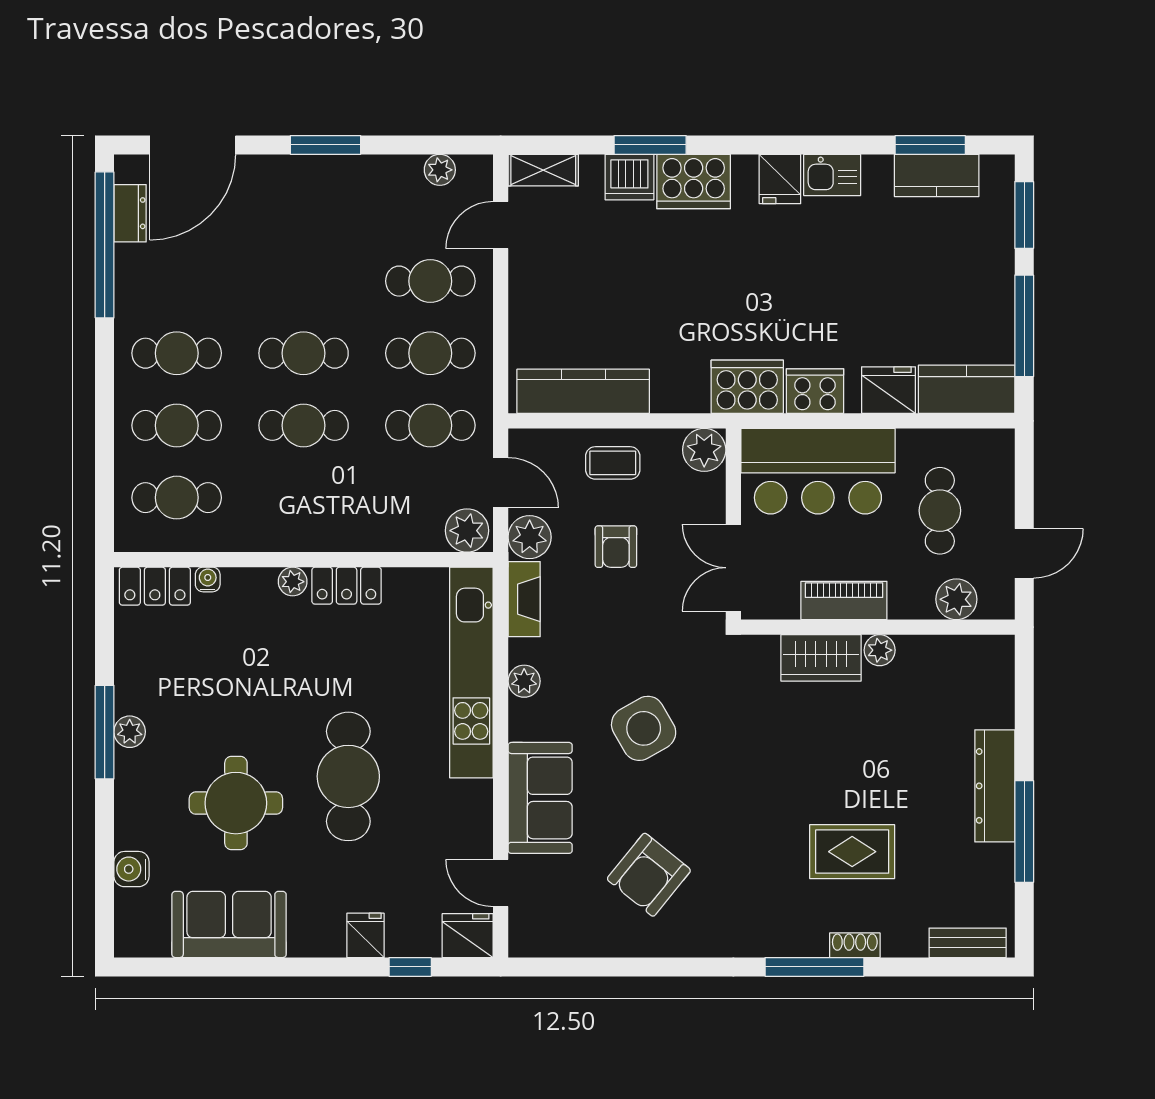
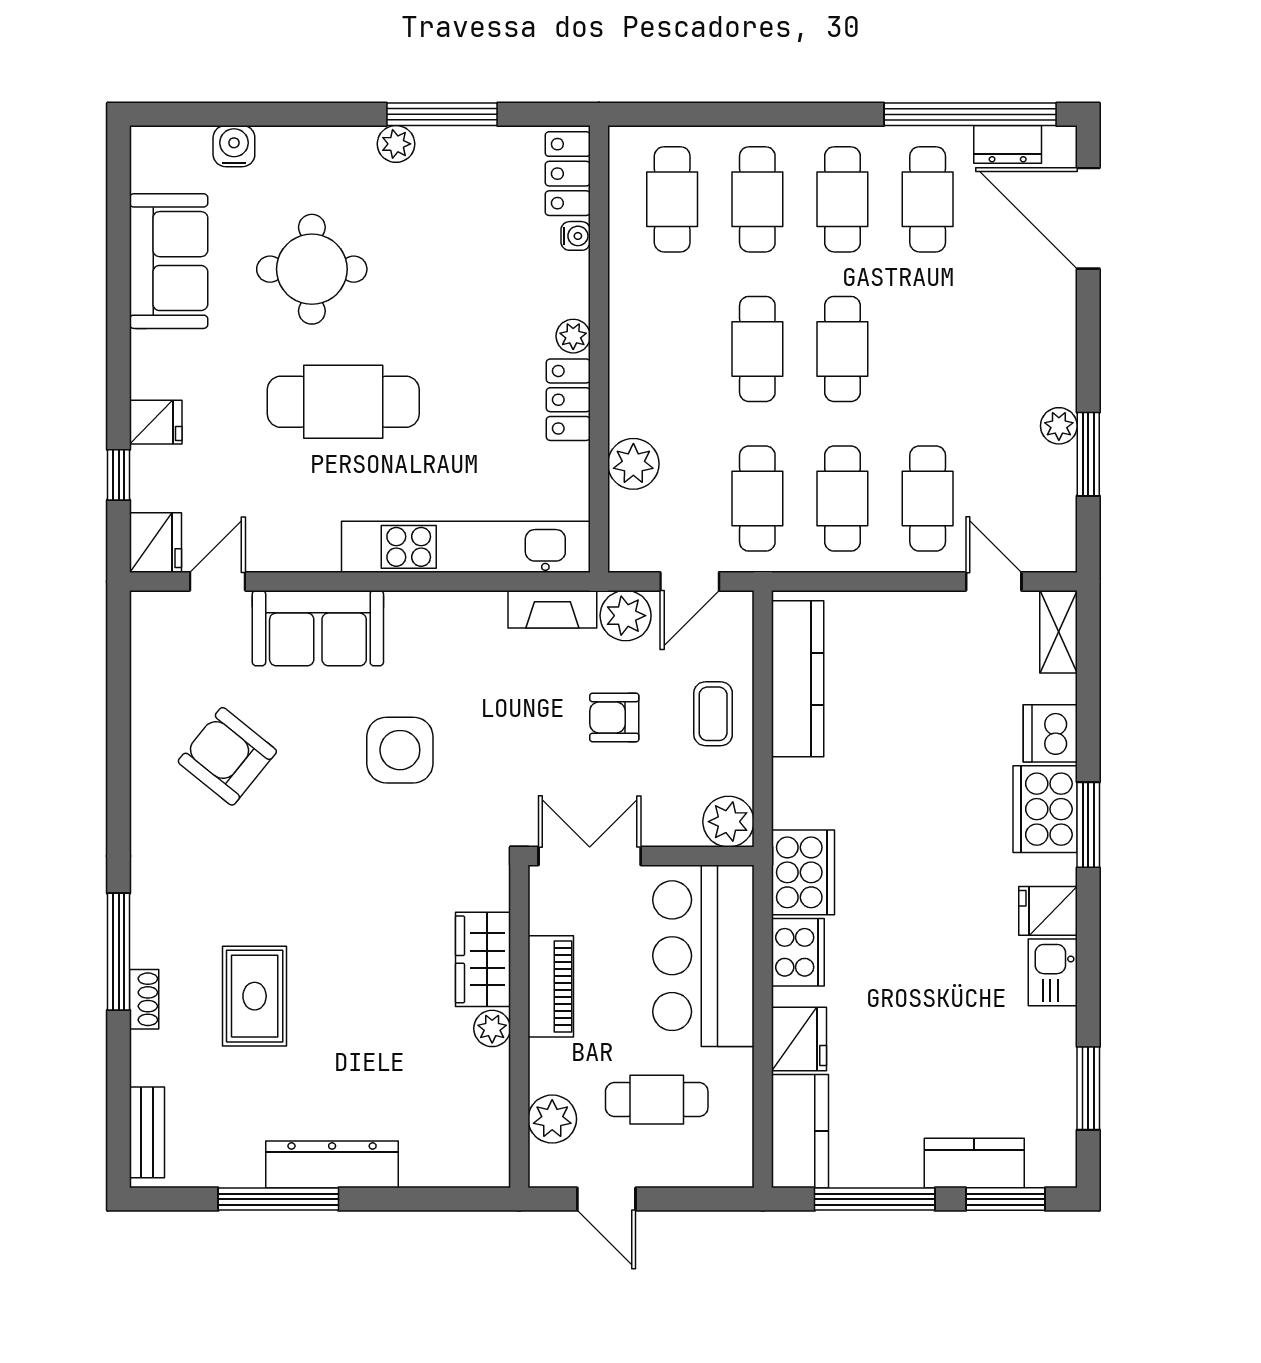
window: (326, 145) -> (1088, 454), moved
window: (650, 145) -> (1088, 825), moved
plant: (440, 170) -> (1059, 426), moved
kitchen counter: (937, 175) -> (974, 1163), moved, turned 90
cafe table: (177, 281) -> (928, 199), added
plant: (467, 531) -> (633, 464), moved
plant: (524, 681) -> (456, 609), removed
side table: (644, 728) -> (400, 750), turned 30
window: (105, 732) -> (442, 114), moved

